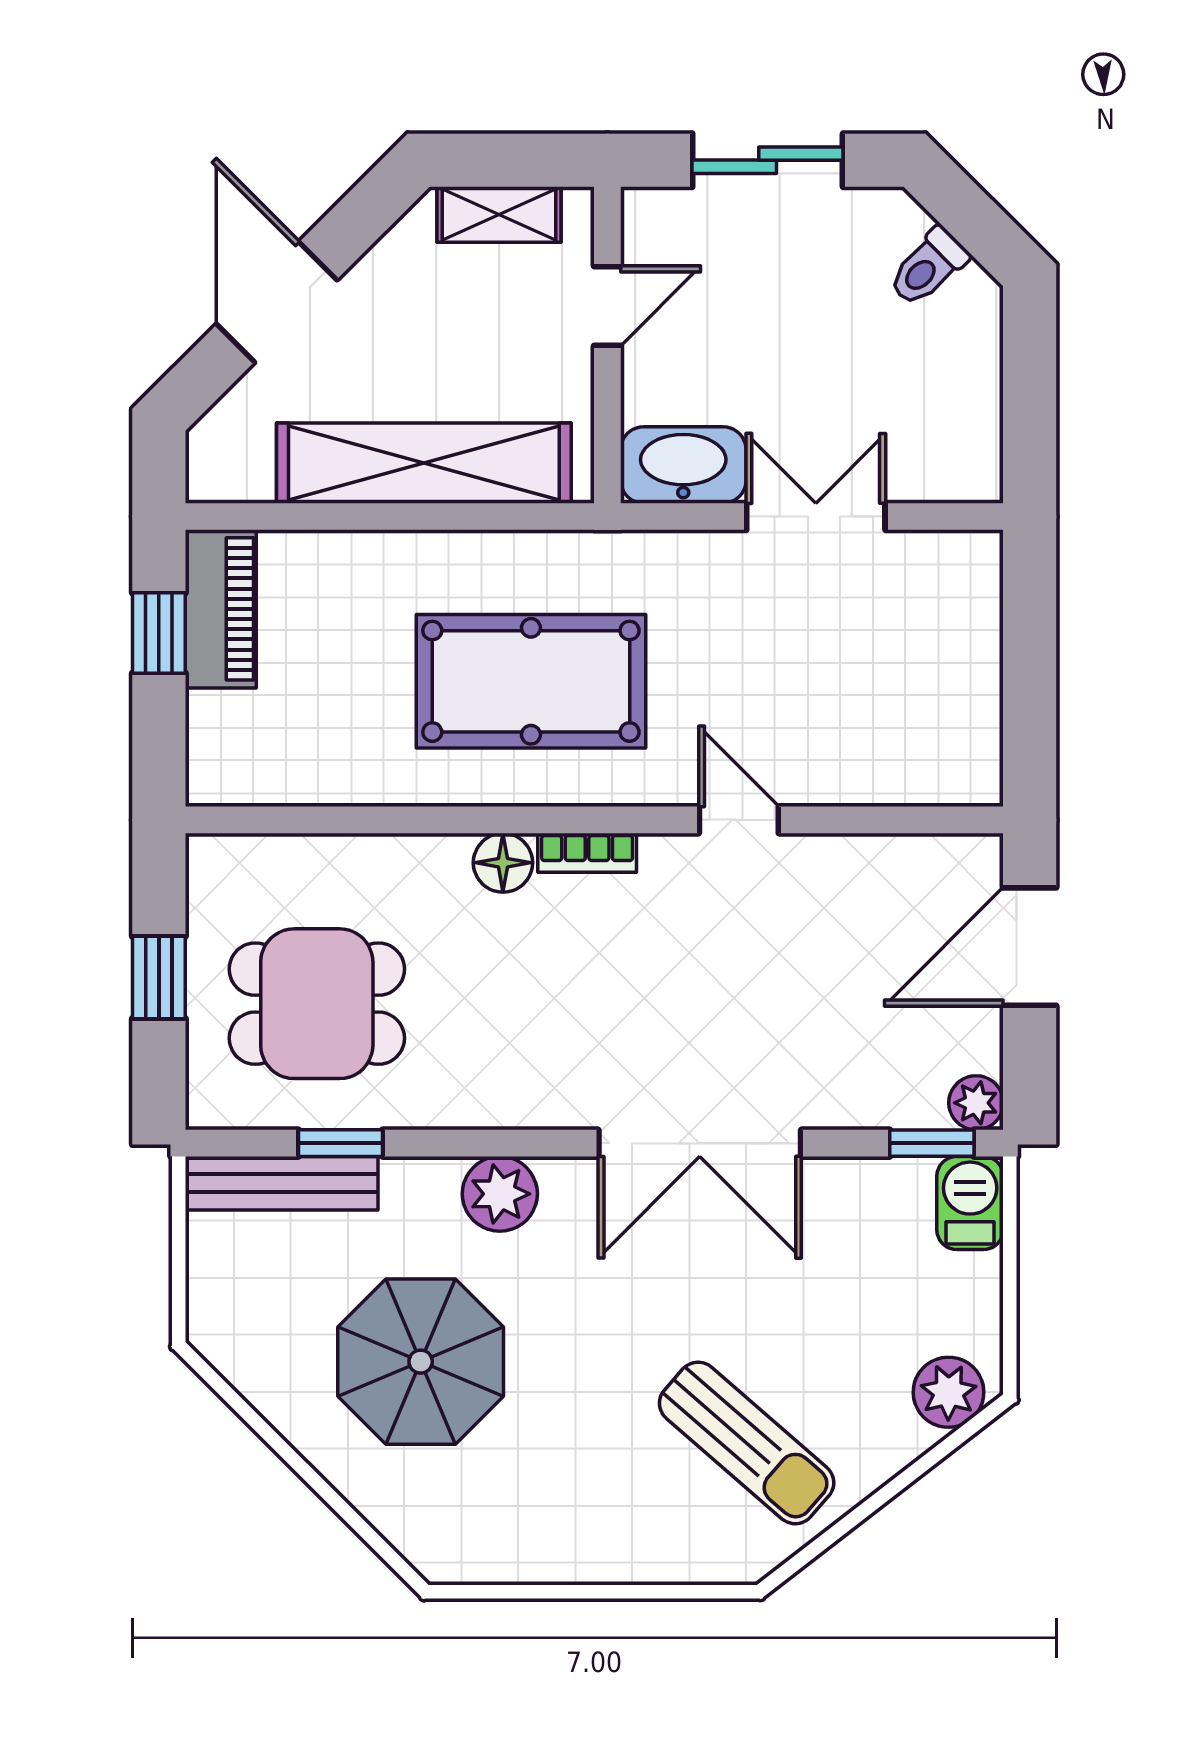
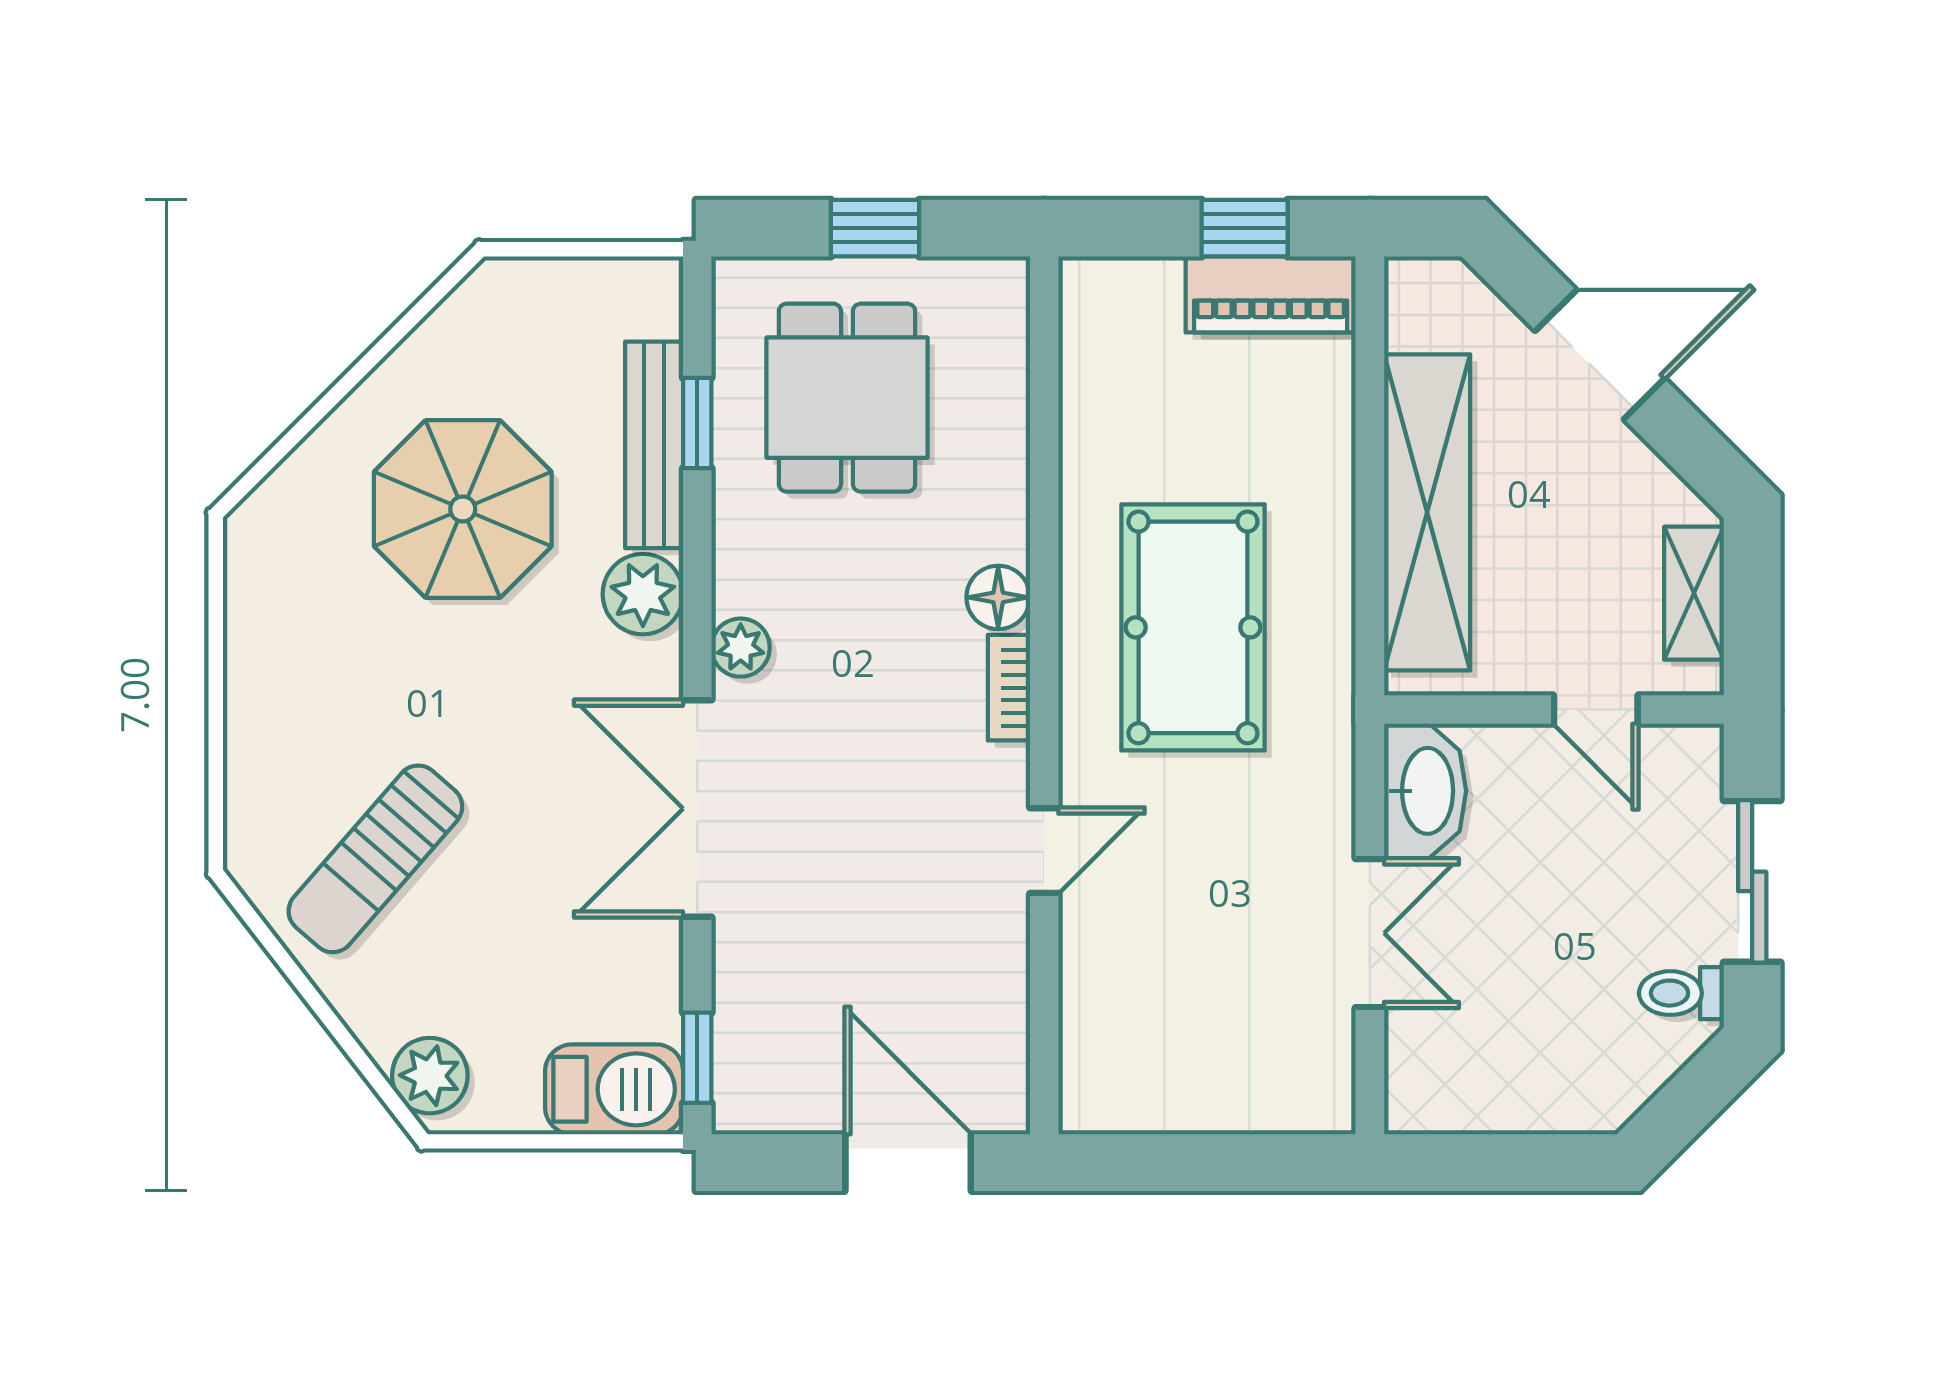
toilet: (928, 267) -> (1681, 993), moved, turned -45
plant: (976, 1103) -> (741, 648), moved
bench: (282, 1183) -> (654, 445), moved
barbecue: (970, 1203) -> (614, 1089), width x1.38, depth x1.27

